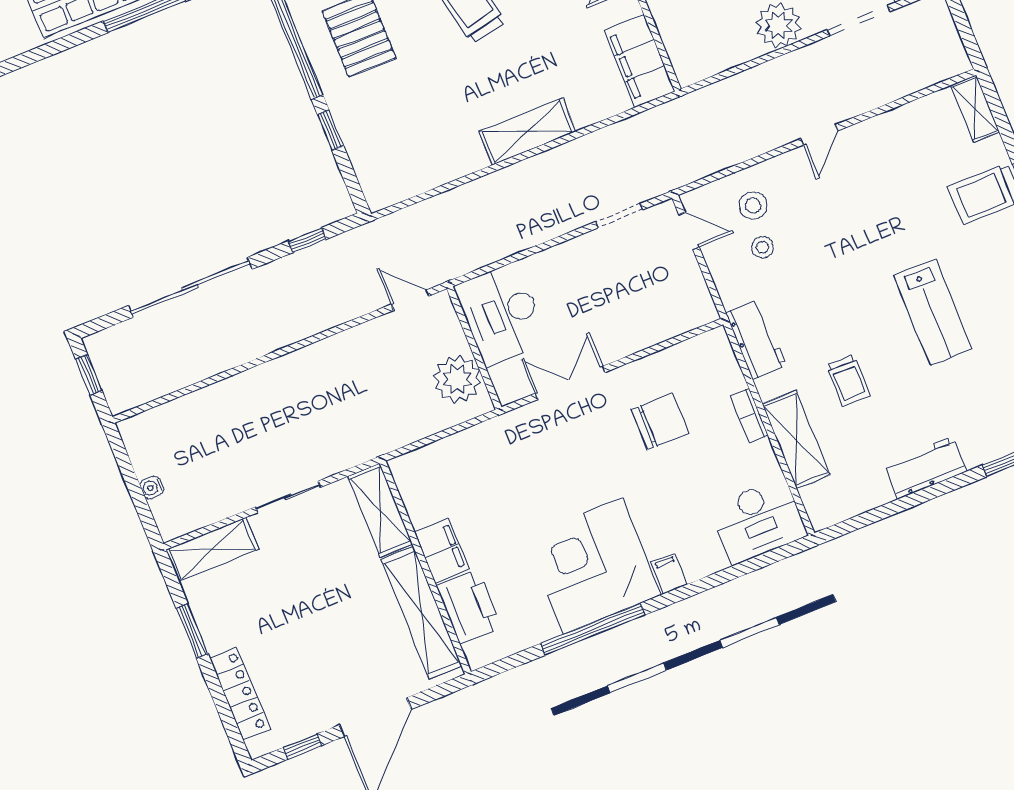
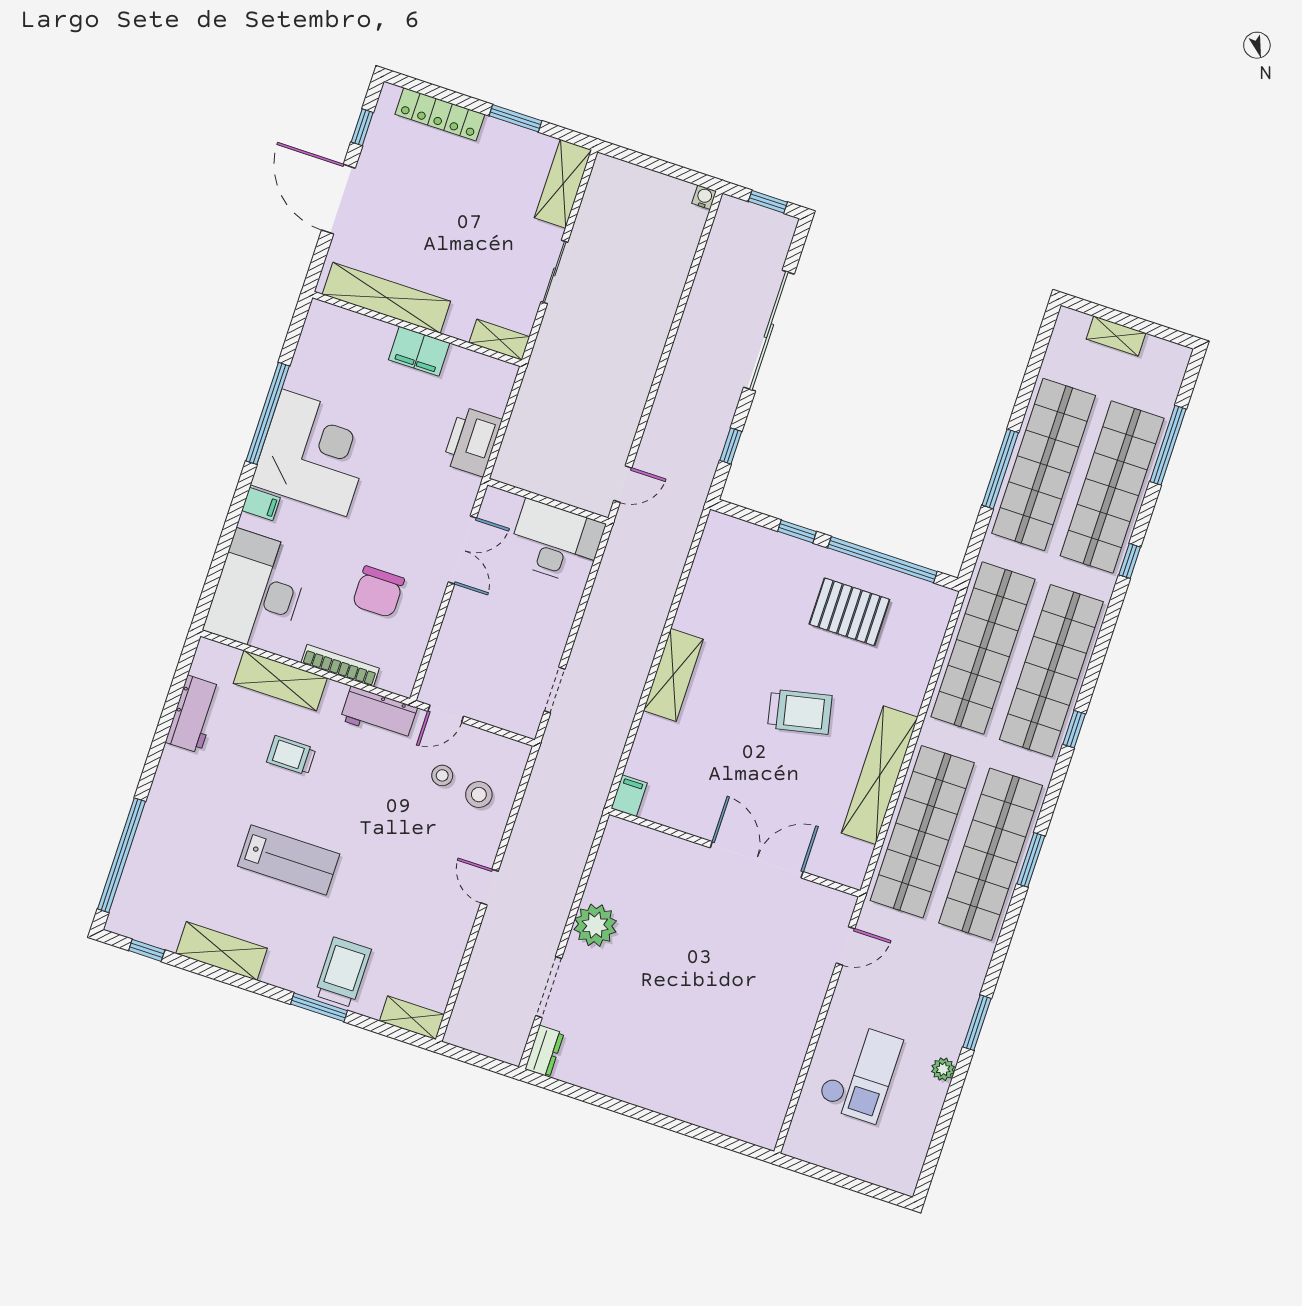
filing cabinet: (640, 61) -> (629, 796), width x0.33, depth x0.86
door: (689, 231) -> (446, 714), moved
lab bench: (933, 312) -> (289, 860), turned 180
plant: (457, 379) -> (535, 470), removed
bookcase: (749, 415) -> (340, 666), width x1.56
workbench: (925, 468) -> (194, 714), moved
water cooler: (152, 488) -> (704, 197), moved
shelving: (380, 510) -> (499, 340), width x0.67, depth x0.75
desk: (758, 521) -> (258, 591), width x1.36, depth x1.30
printer: (469, 607) -> (472, 441), moved, turned 90

